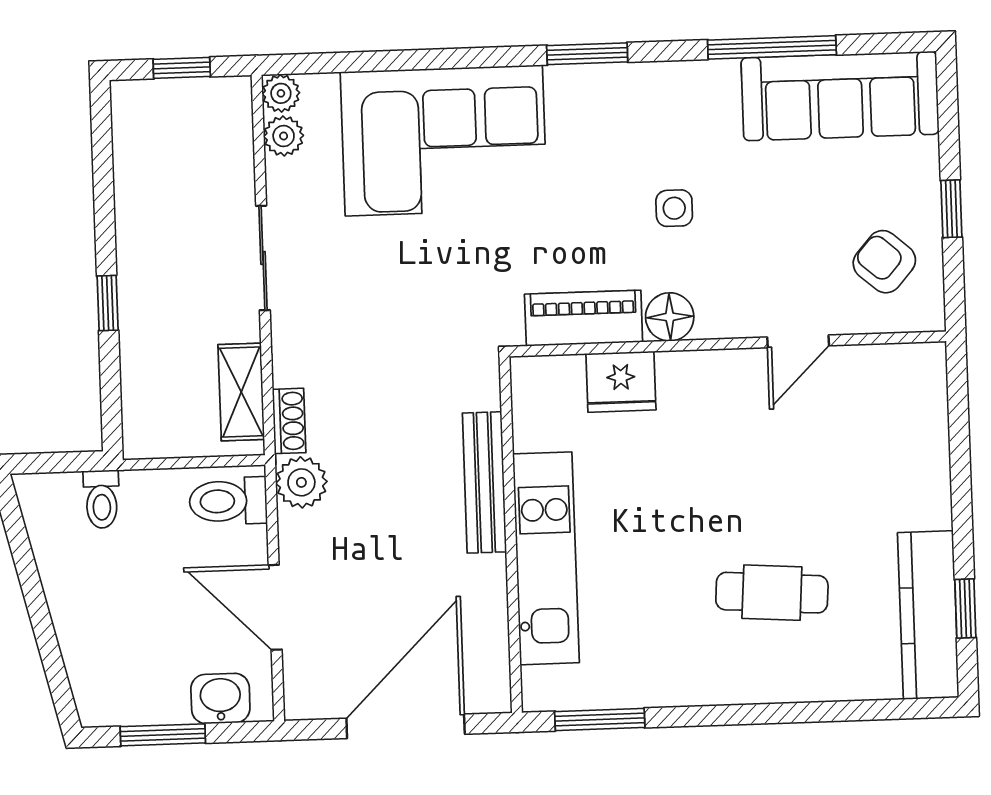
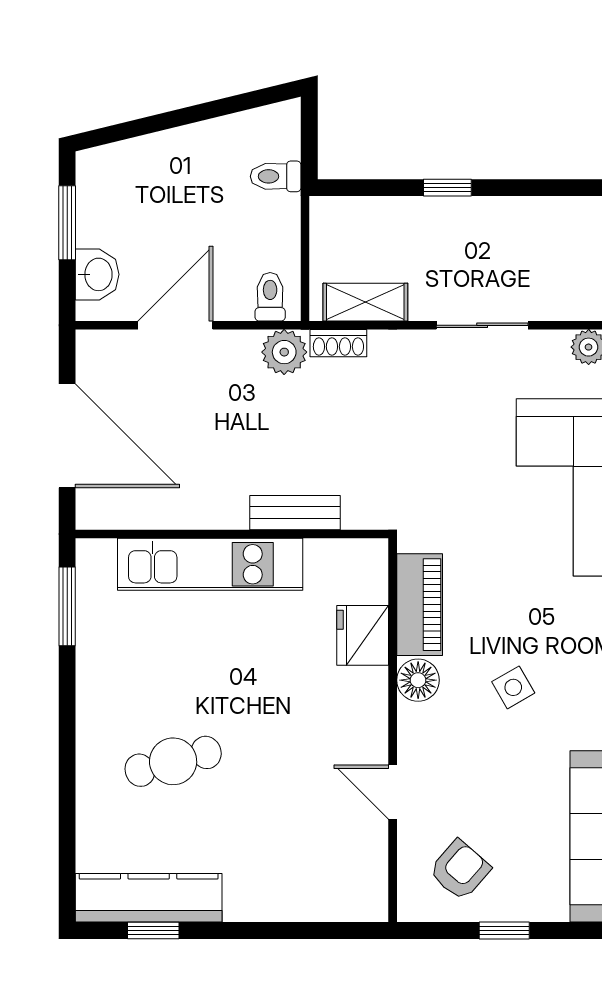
side table: (674, 208) -> (513, 687), turned -30
bench: (484, 482) -> (295, 513), width x0.73
toilet: (228, 501) -> (270, 297), width x0.73, depth x0.72
cafe table: (772, 593) -> (173, 761), turned 71

